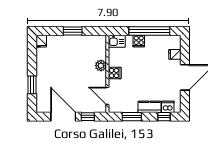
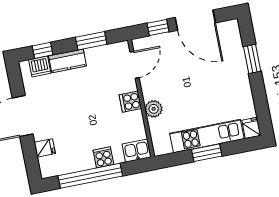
kitchen unit: (70, 42) -> (207, 136), added
door: (107, 96) -> (134, 65), hinge flipped

